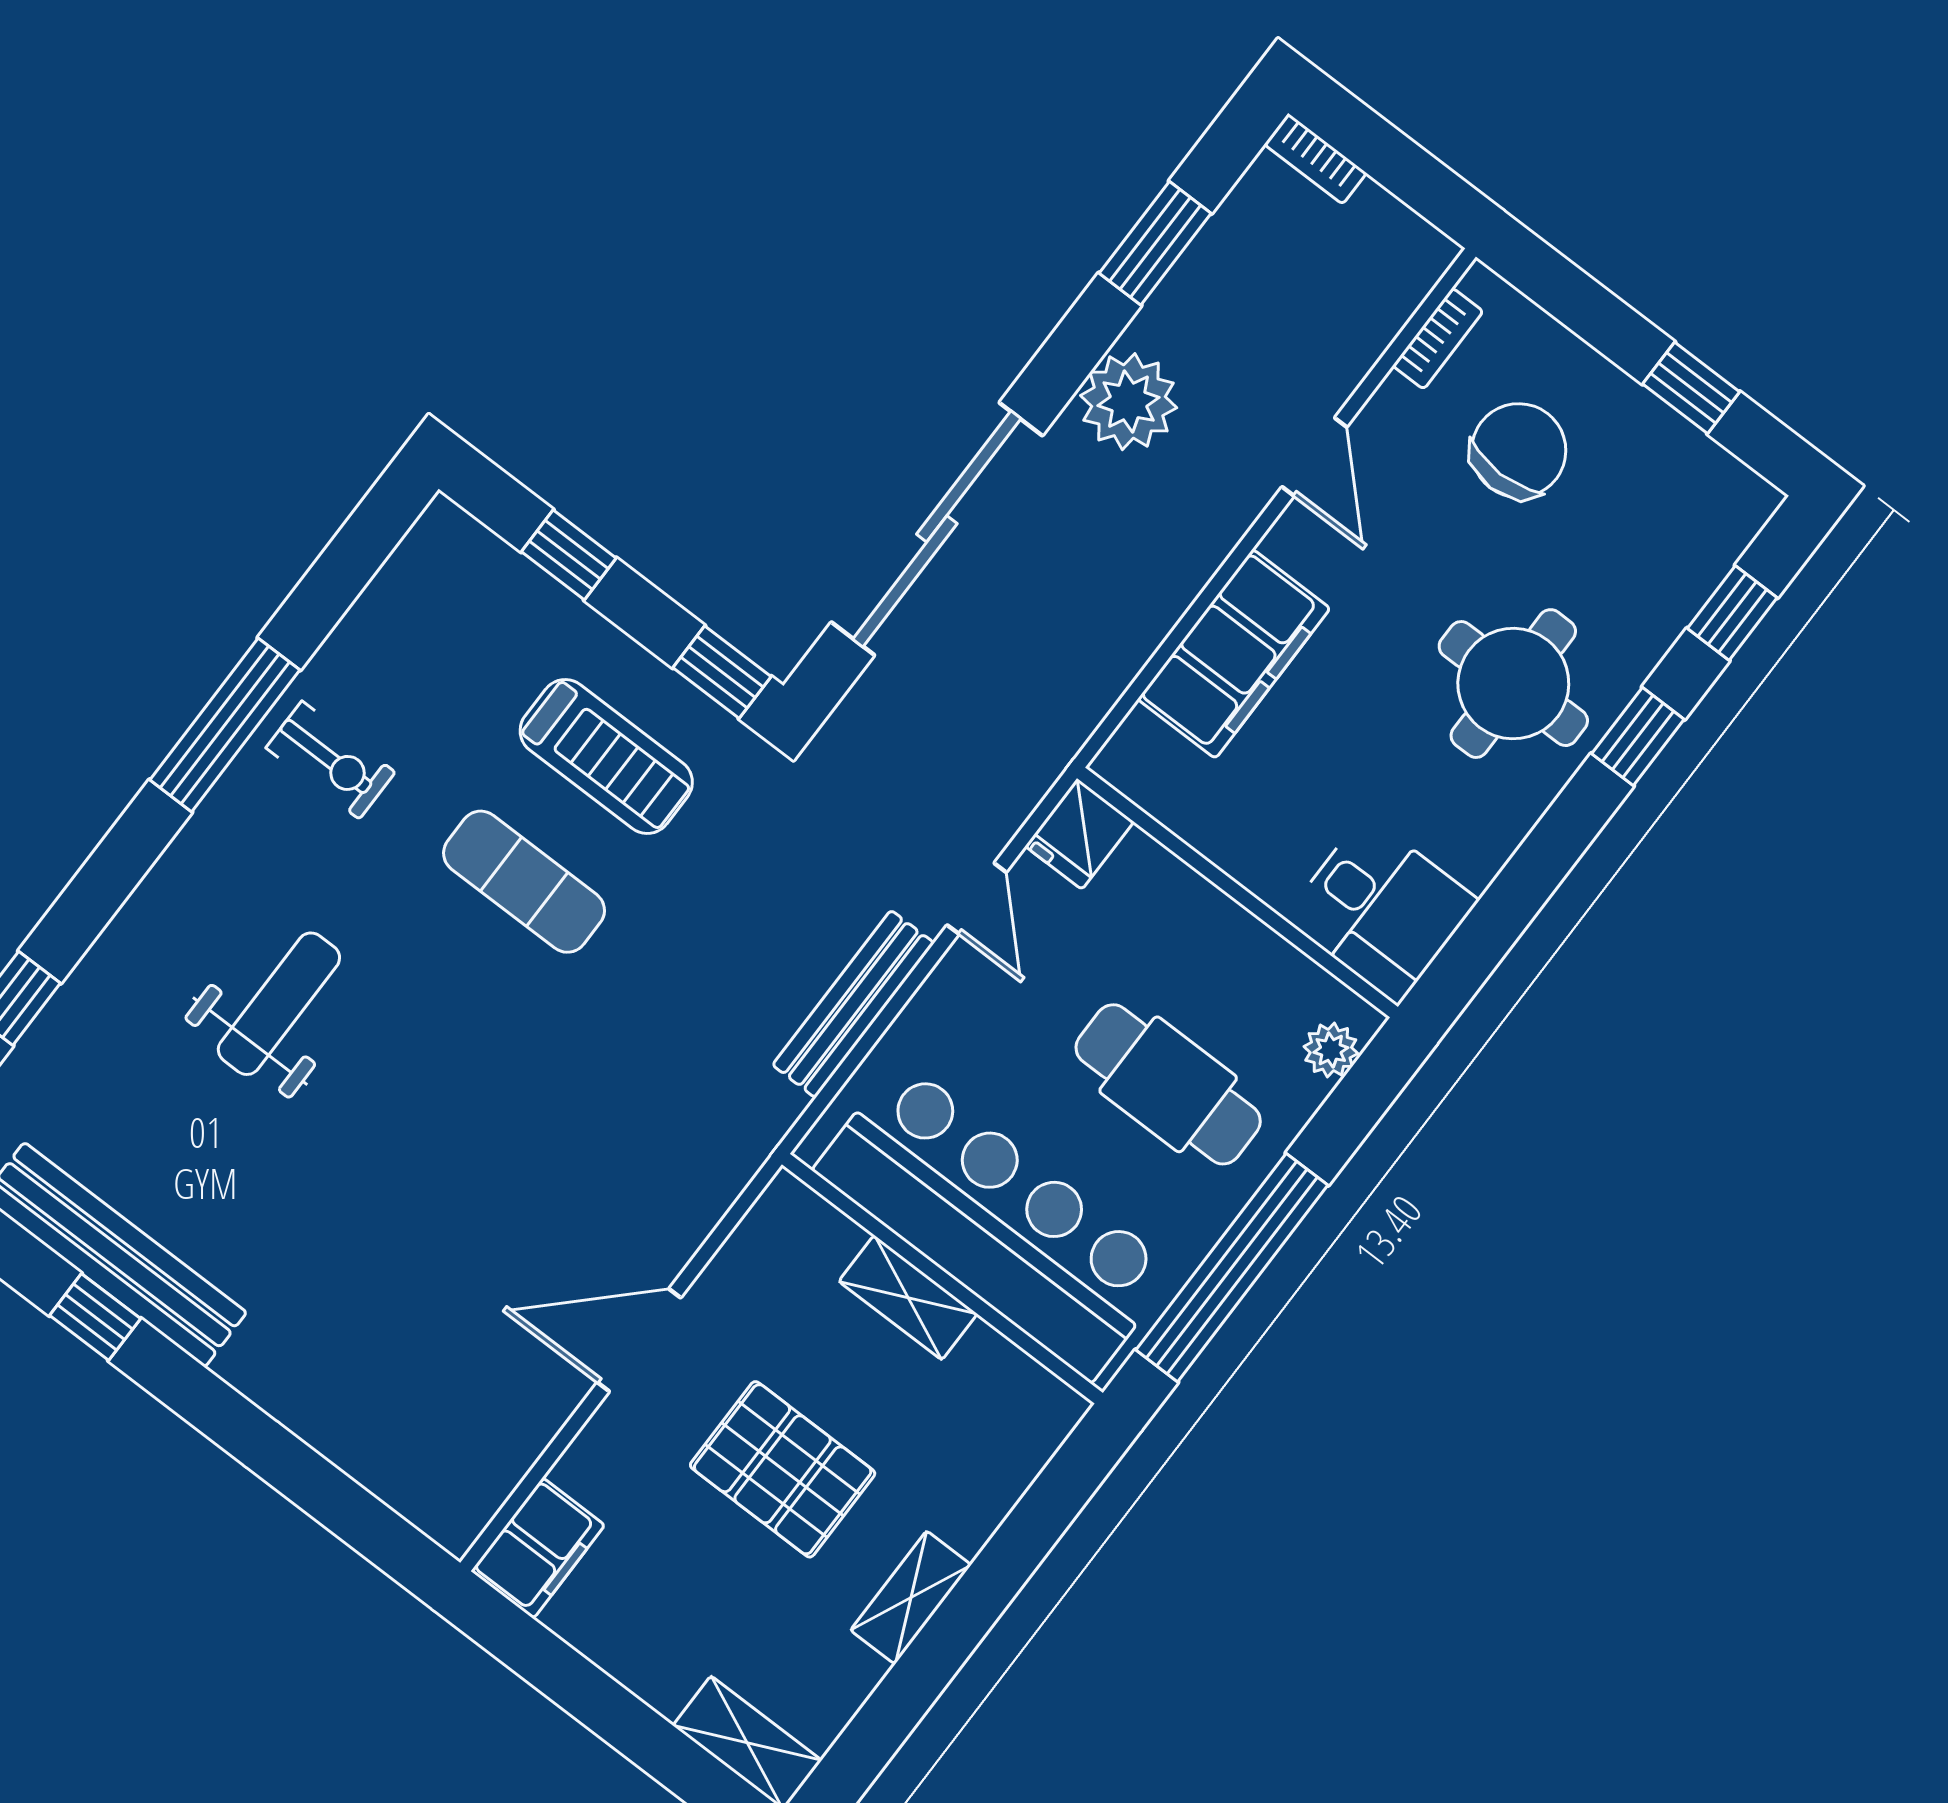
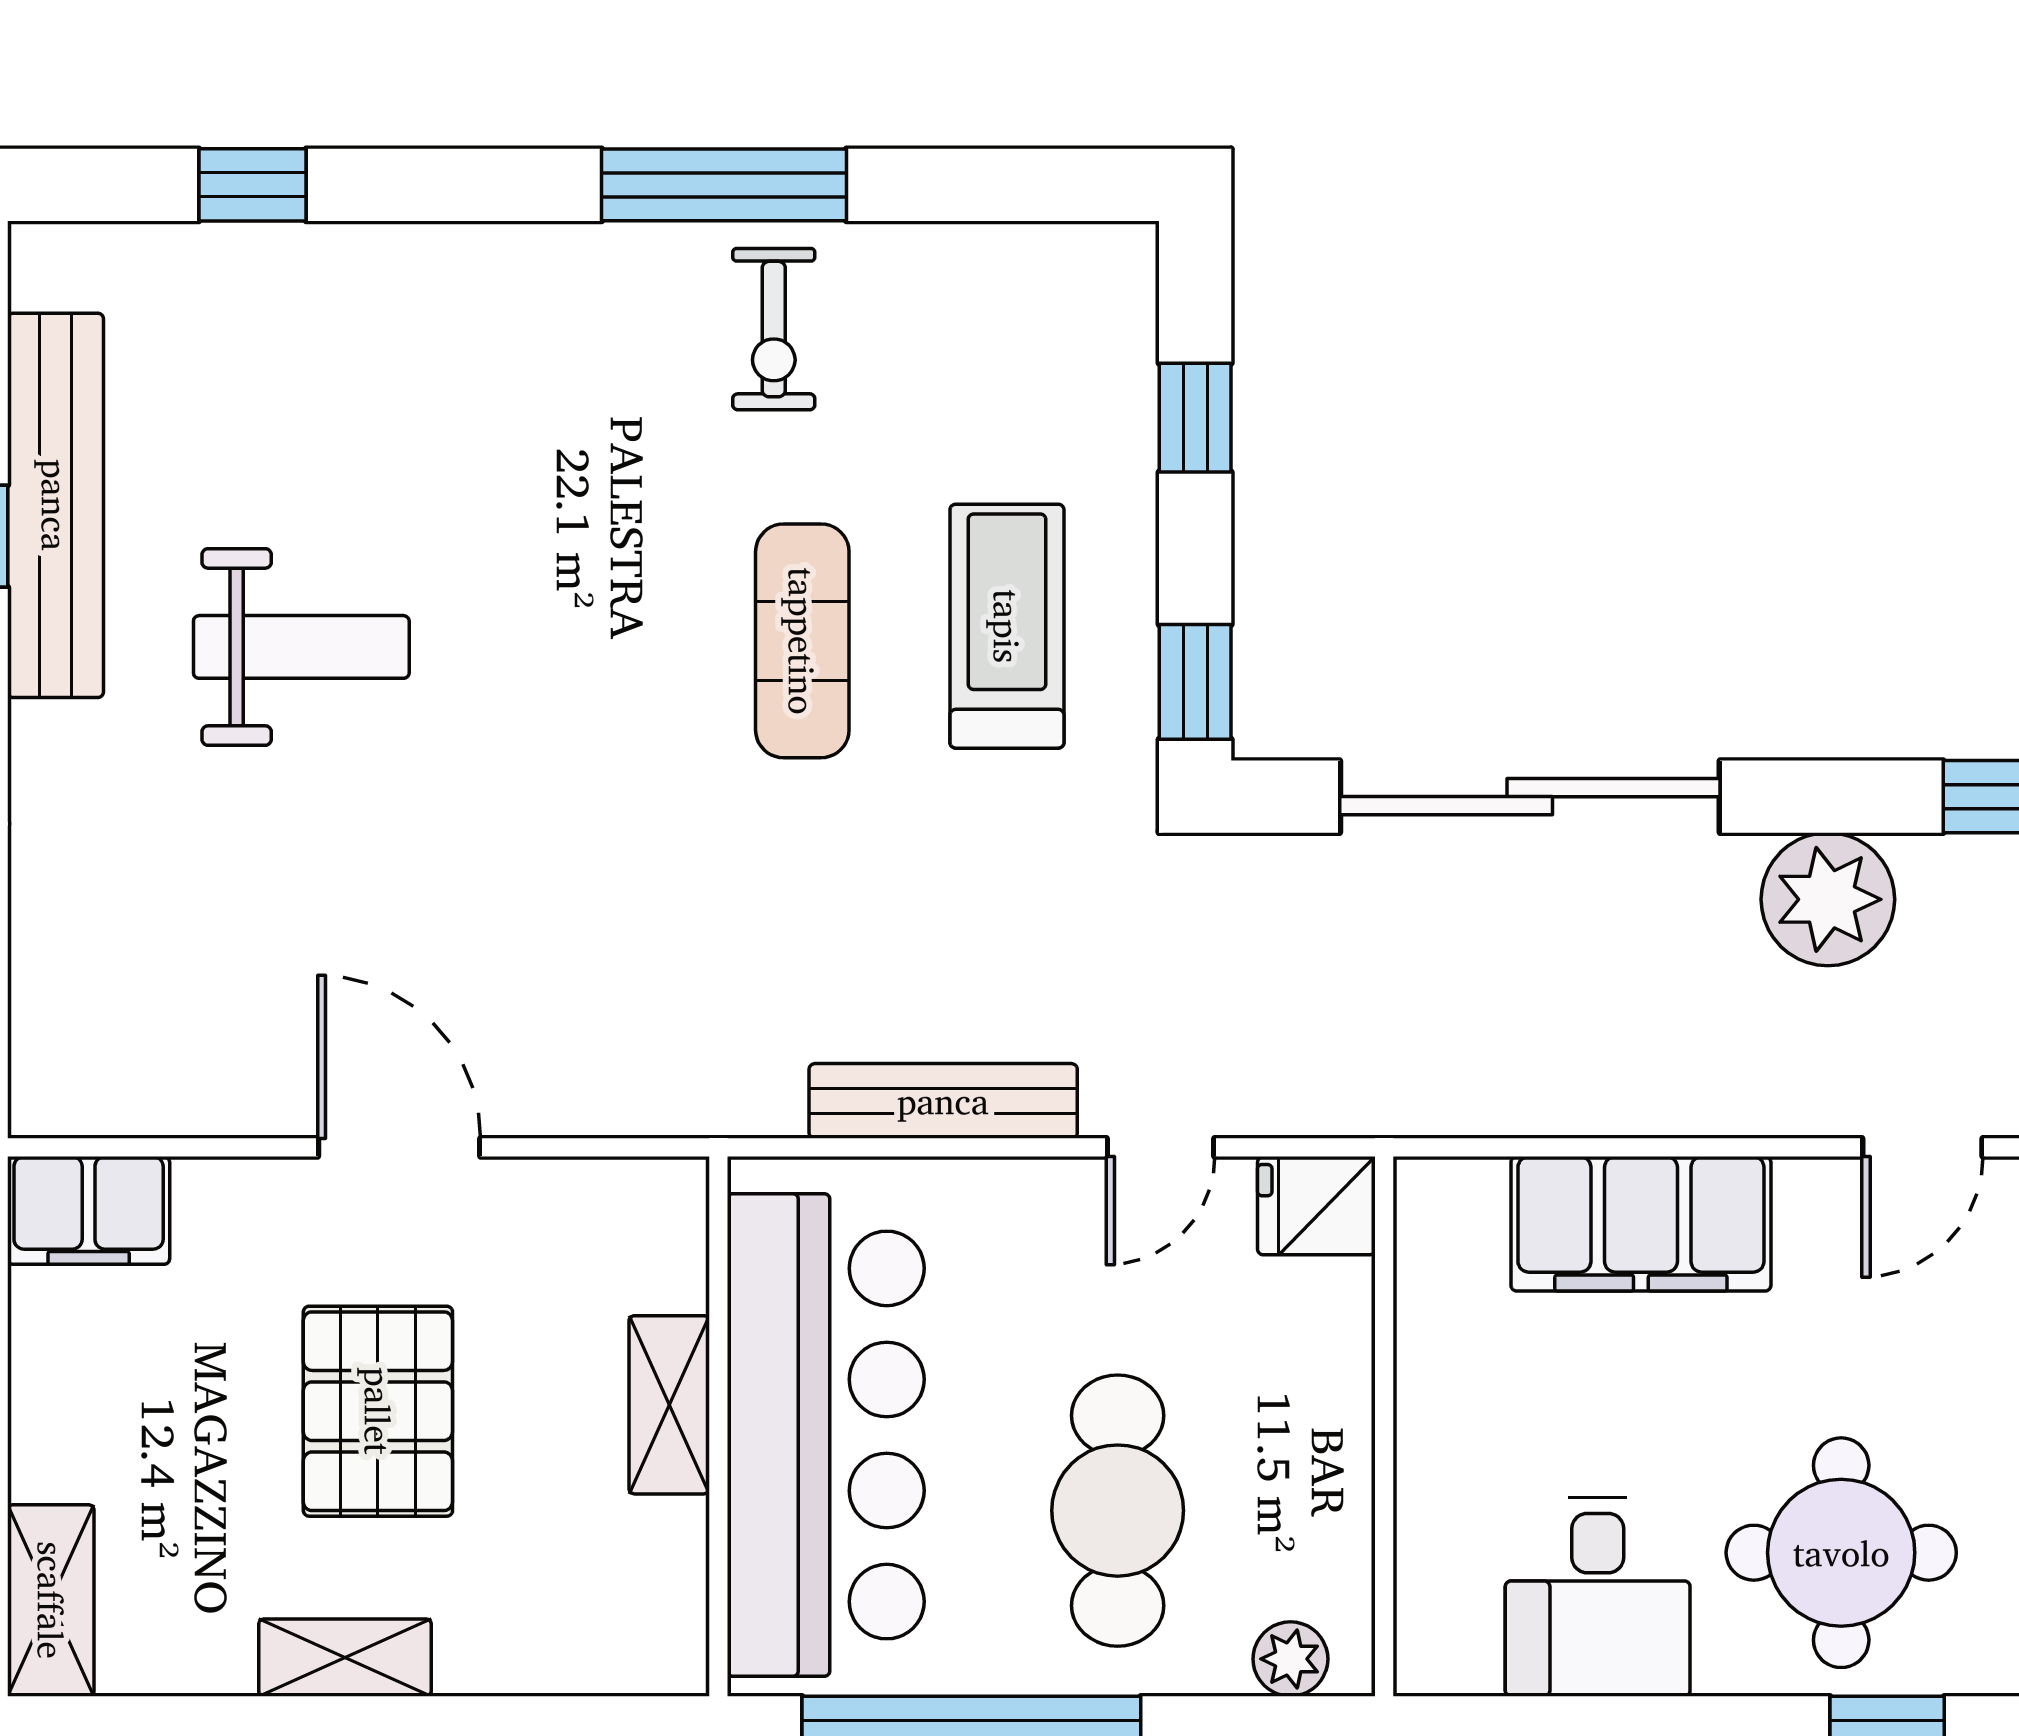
treadmill: (606, 756) -> (1007, 626), turned 180
desk: (1381, 909) -> (1598, 1597), moved
weight bench: (279, 1004) -> (301, 647), moved

